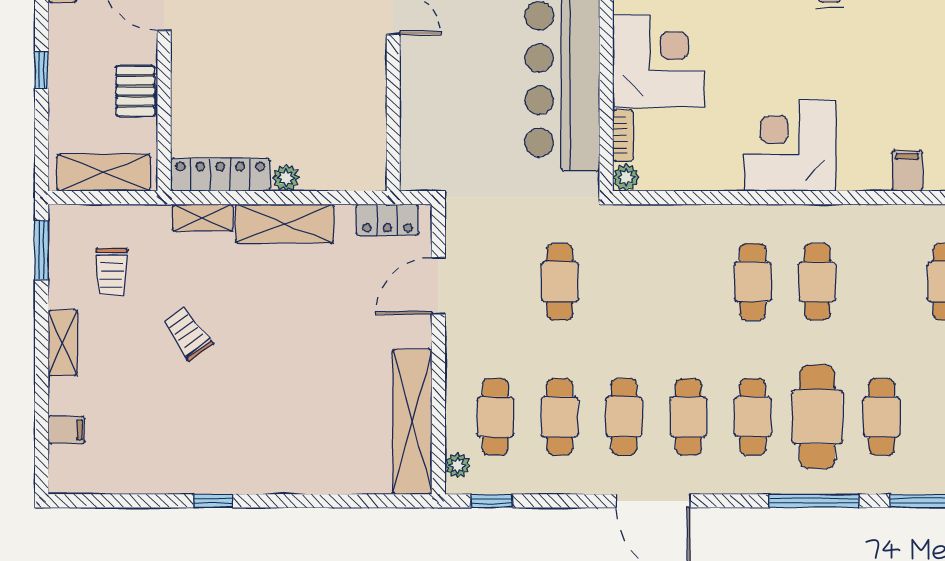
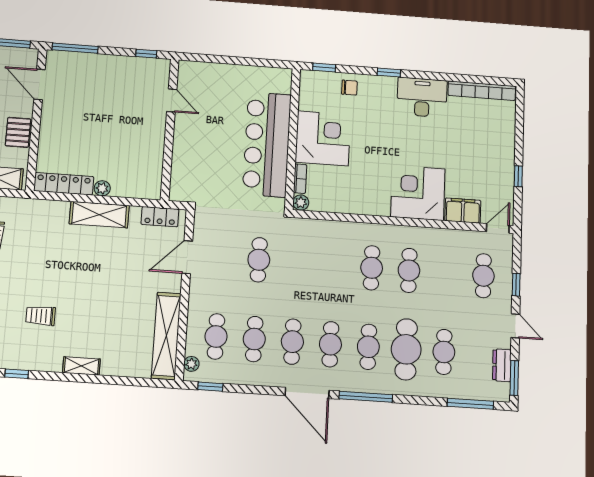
corner desk: (790, 145) -> (418, 193), moved
filing cabinet: (907, 171) -> (463, 211), width x2.00
shelving: (203, 218) -> (81, 366), moved
trolley: (188, 334) -> (41, 316), moved, turned -54
window: (213, 501) -> (17, 374), moved
window: (814, 501) -> (366, 397), moved

